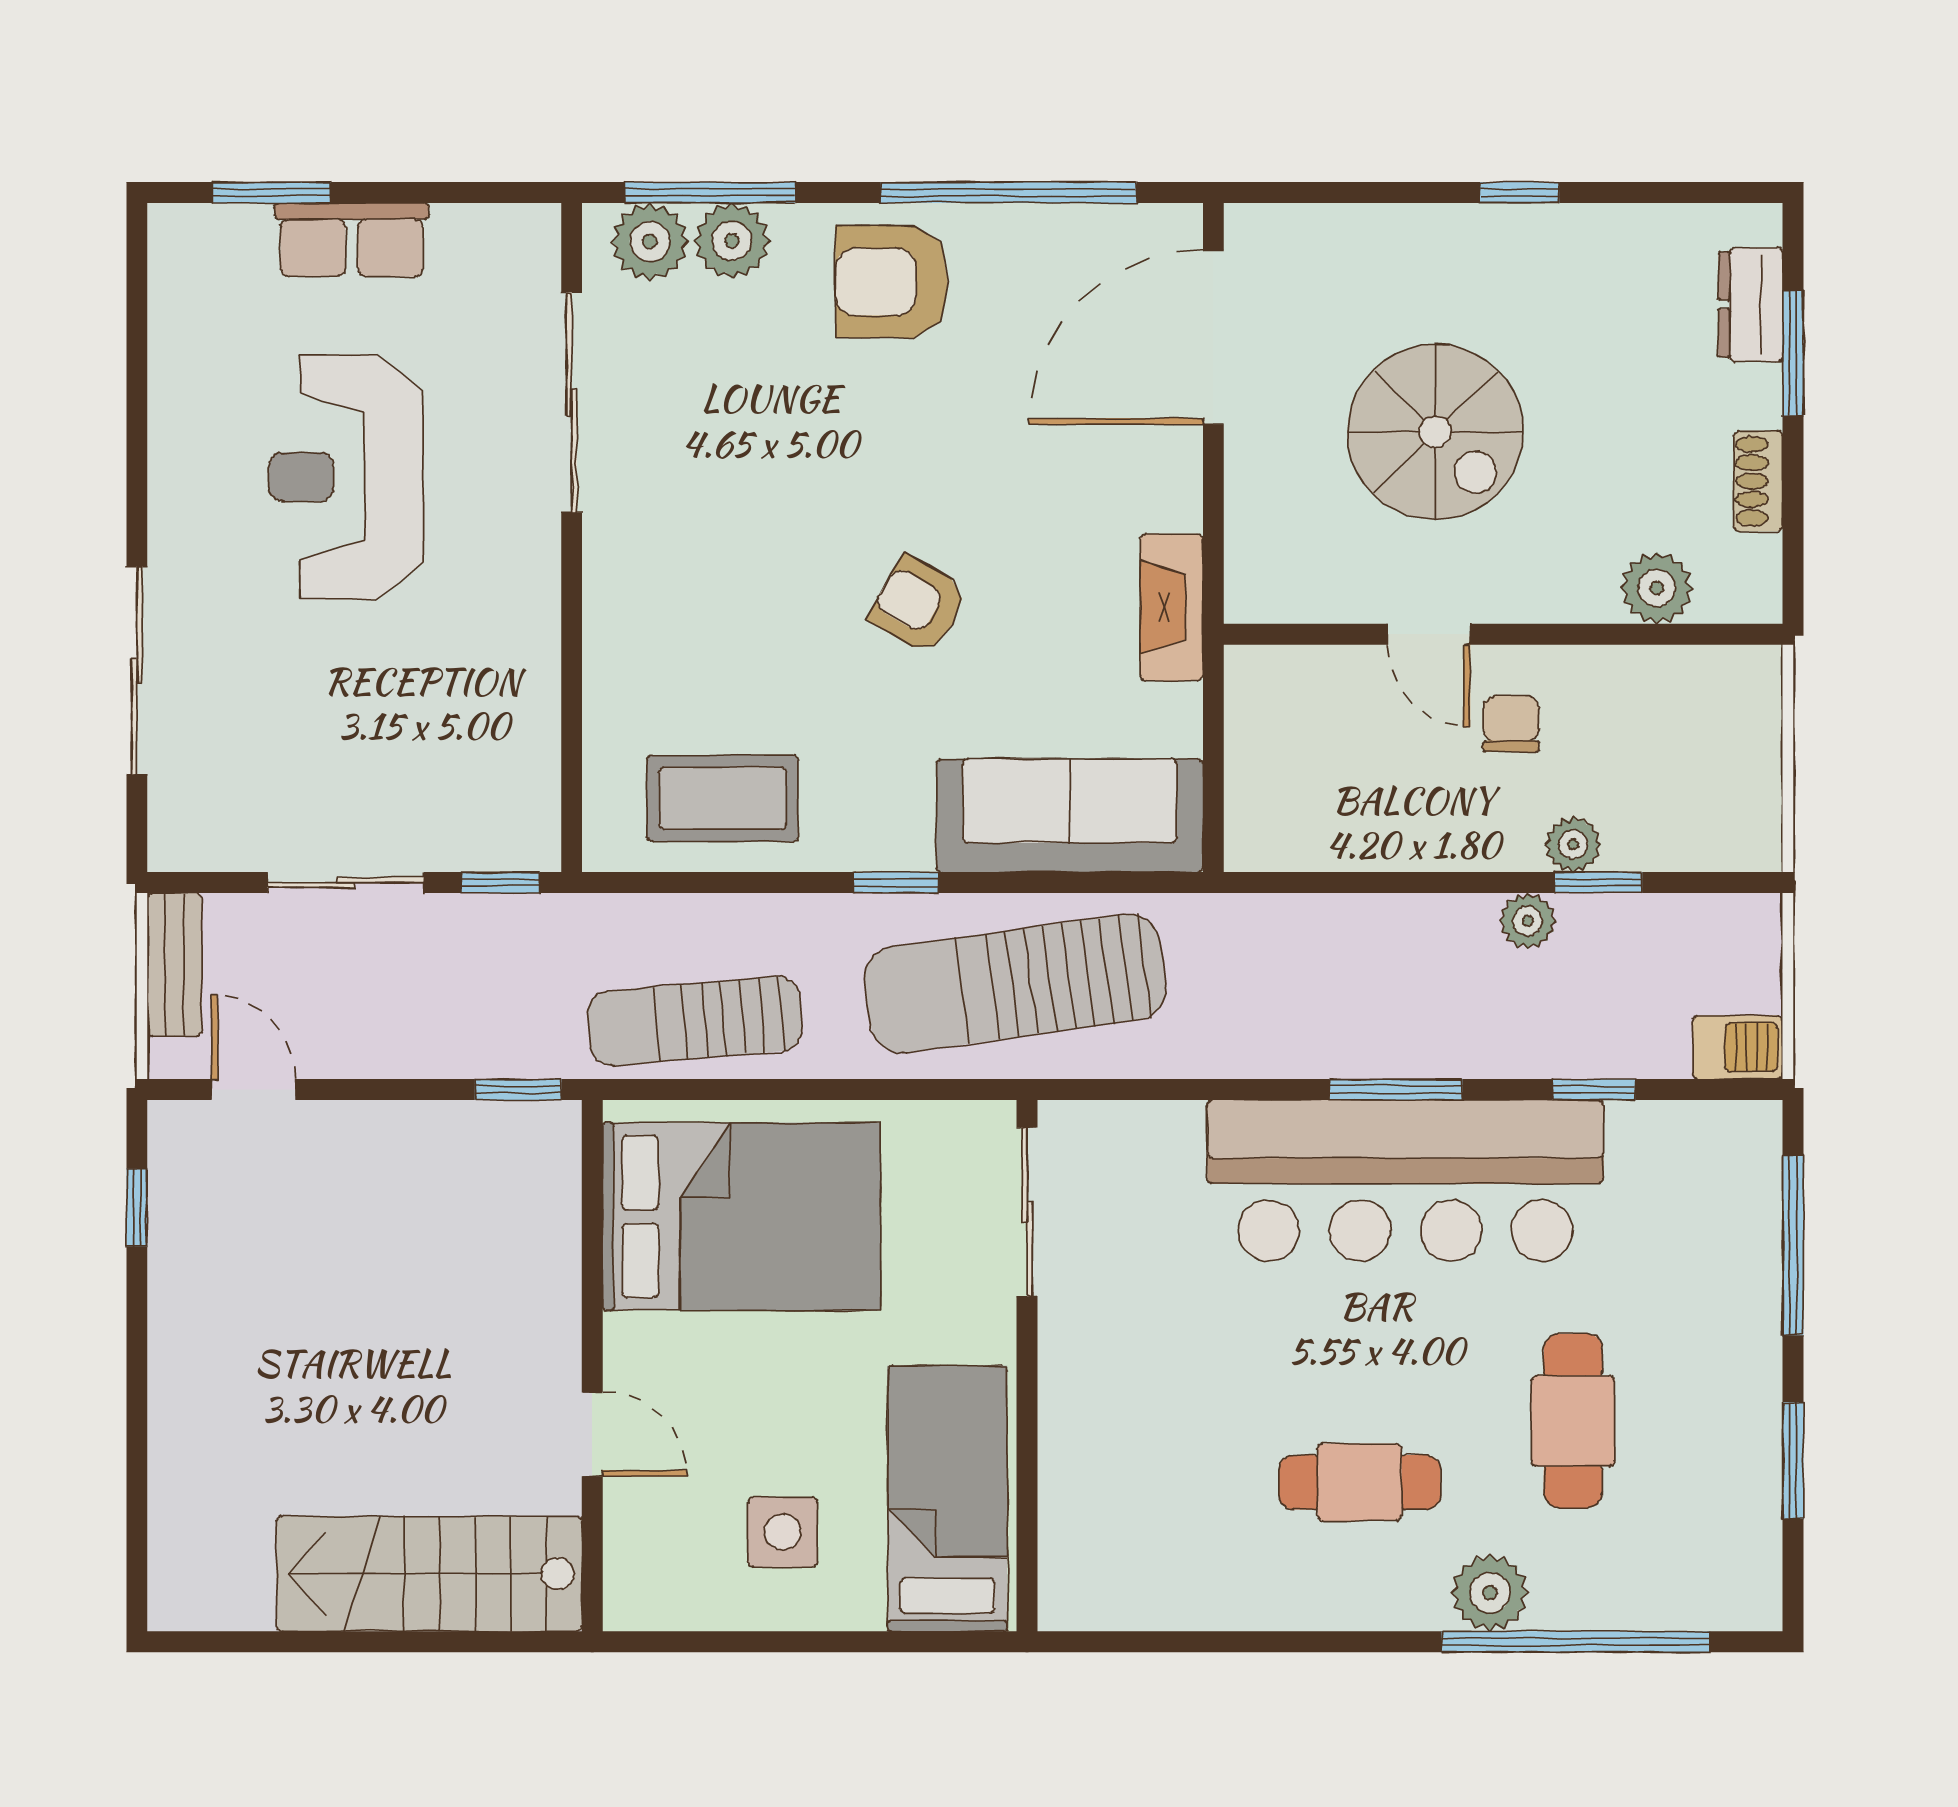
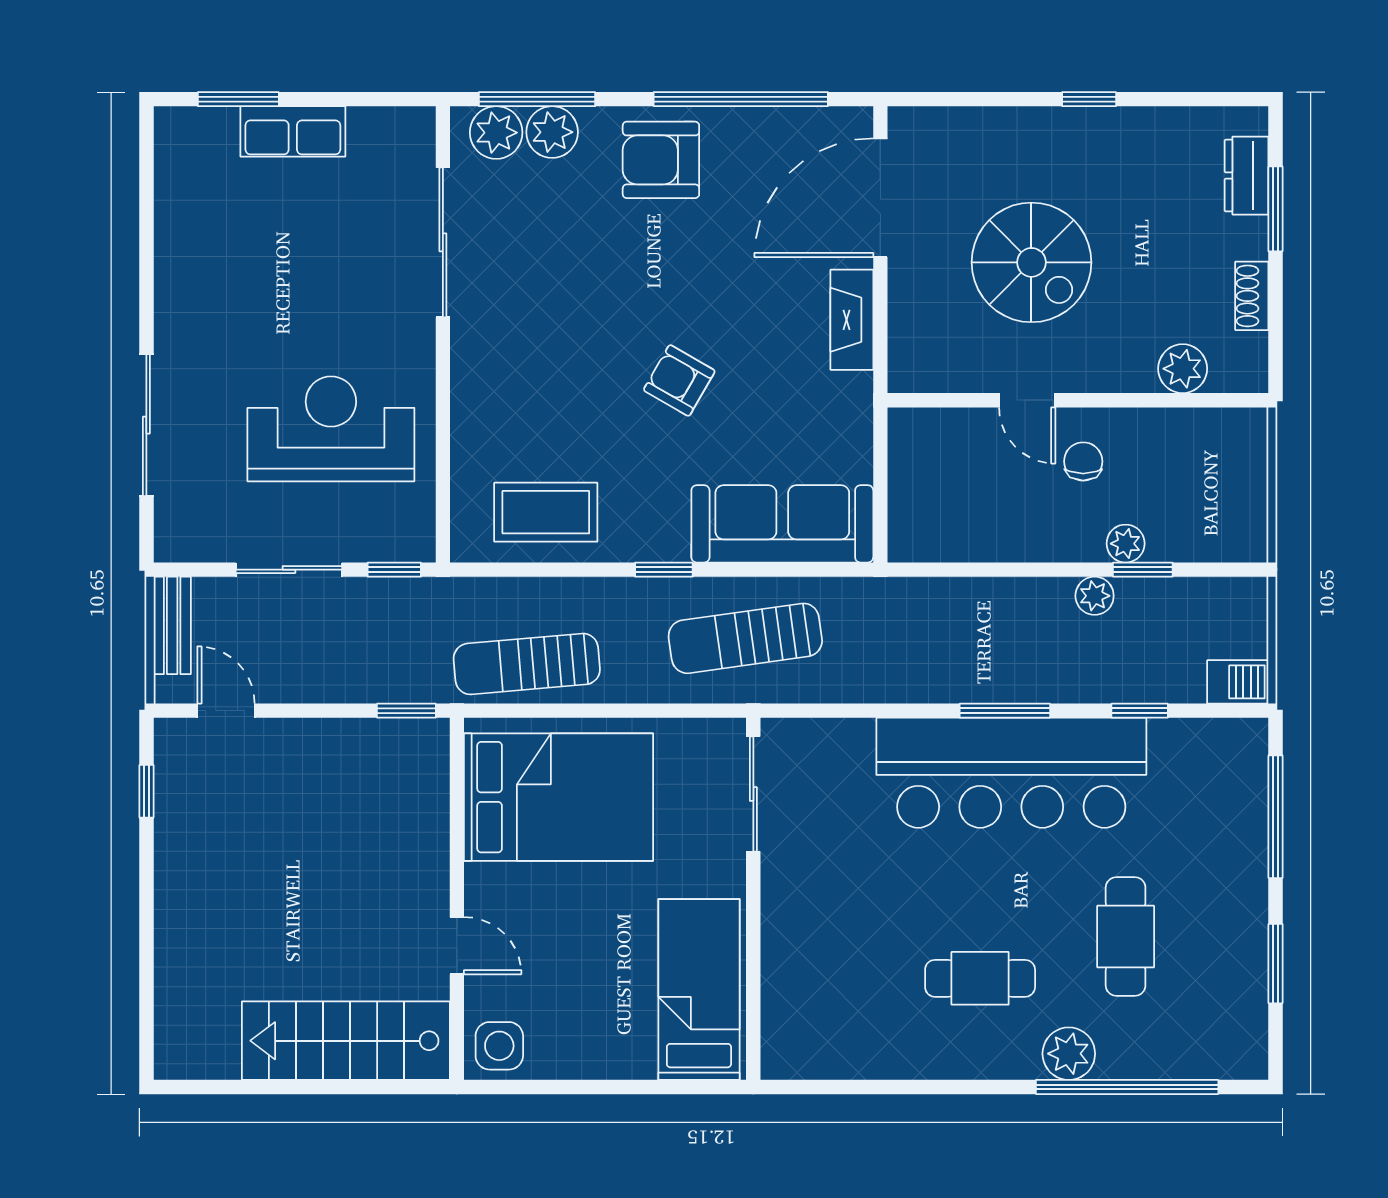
reception desk: (346, 477) -> (331, 429), moved, turned 90
fireplace: (1172, 607) -> (852, 320), moved
sun lounger: (1015, 983) -> (745, 638), width x0.73, depth x0.75
side table: (783, 1532) -> (499, 1046), moved

